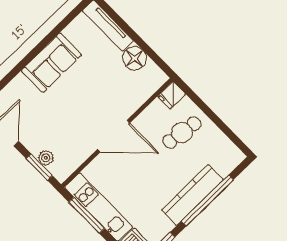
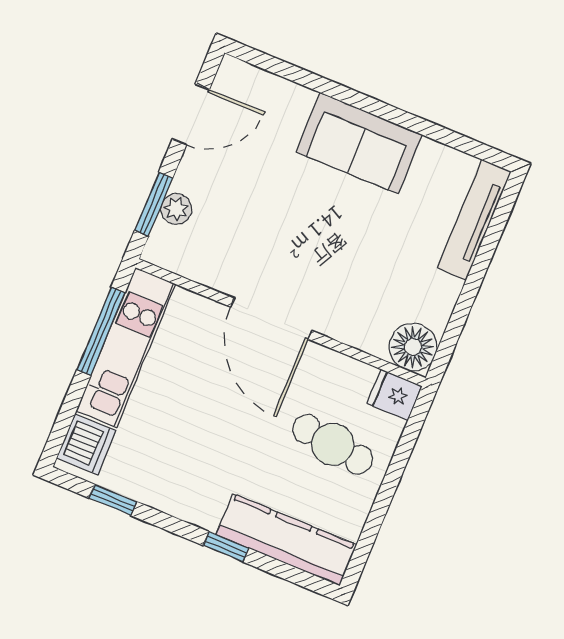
floor lamp: (134, 58) -> (413, 347), moved
kitchen counter: (192, 195) -> (286, 540), moved
window: (208, 200) -> (226, 547), width x0.32

